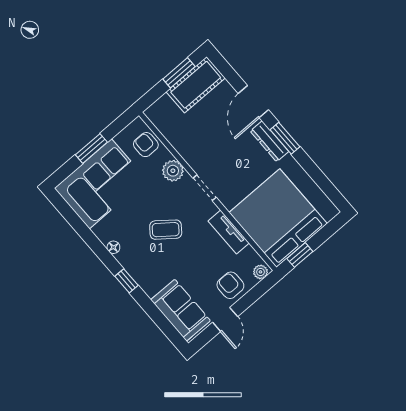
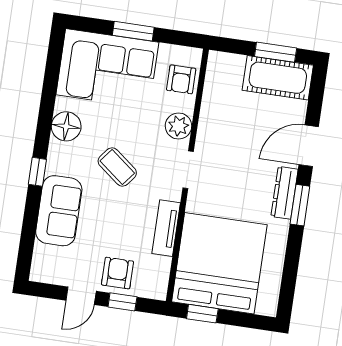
armchair: (146, 145) -> (181, 79), turned 180
floor lamp: (113, 247) -> (66, 126), width x1.89, depth x1.89
plant: (260, 272) -> (154, 290), removed
window: (251, 297) -> (122, 302), added
sofa: (181, 310) -> (59, 211), moved

